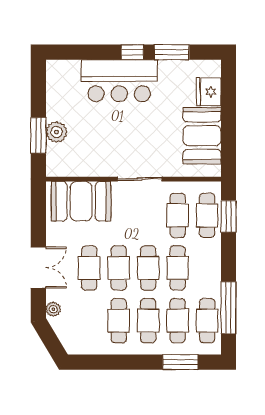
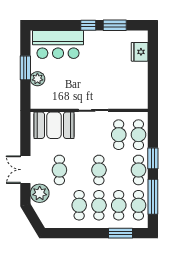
bar counter: (119, 81) -> (58, 44), moved
window: (38, 135) -> (25, 68), moved
booth: (202, 136) -> (135, 81), removed
window: (229, 216) -> (153, 158), moved
double door: (38, 268) -> (25, 170), swing flipped
cafe table: (119, 268) -> (79, 170), removed
cafe table: (178, 268) -> (138, 170), moved
plant: (53, 309) -> (40, 193), width x1.88, depth x1.88

